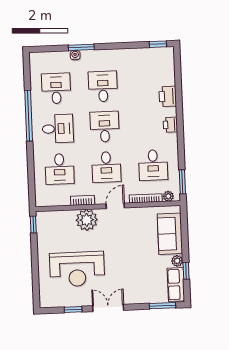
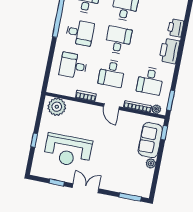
printer: (170, 125) -> (169, 51), width x1.87, depth x1.48
desk: (60, 169) -> (73, 66), turned 90
door: (115, 206) -> (111, 107), swing flipped
plant: (87, 220) -> (57, 107), moved
window: (33, 224) -> (34, 140), moved
window: (186, 271) -> (164, 133), moved
row of seats: (176, 284) -> (145, 182), removed

